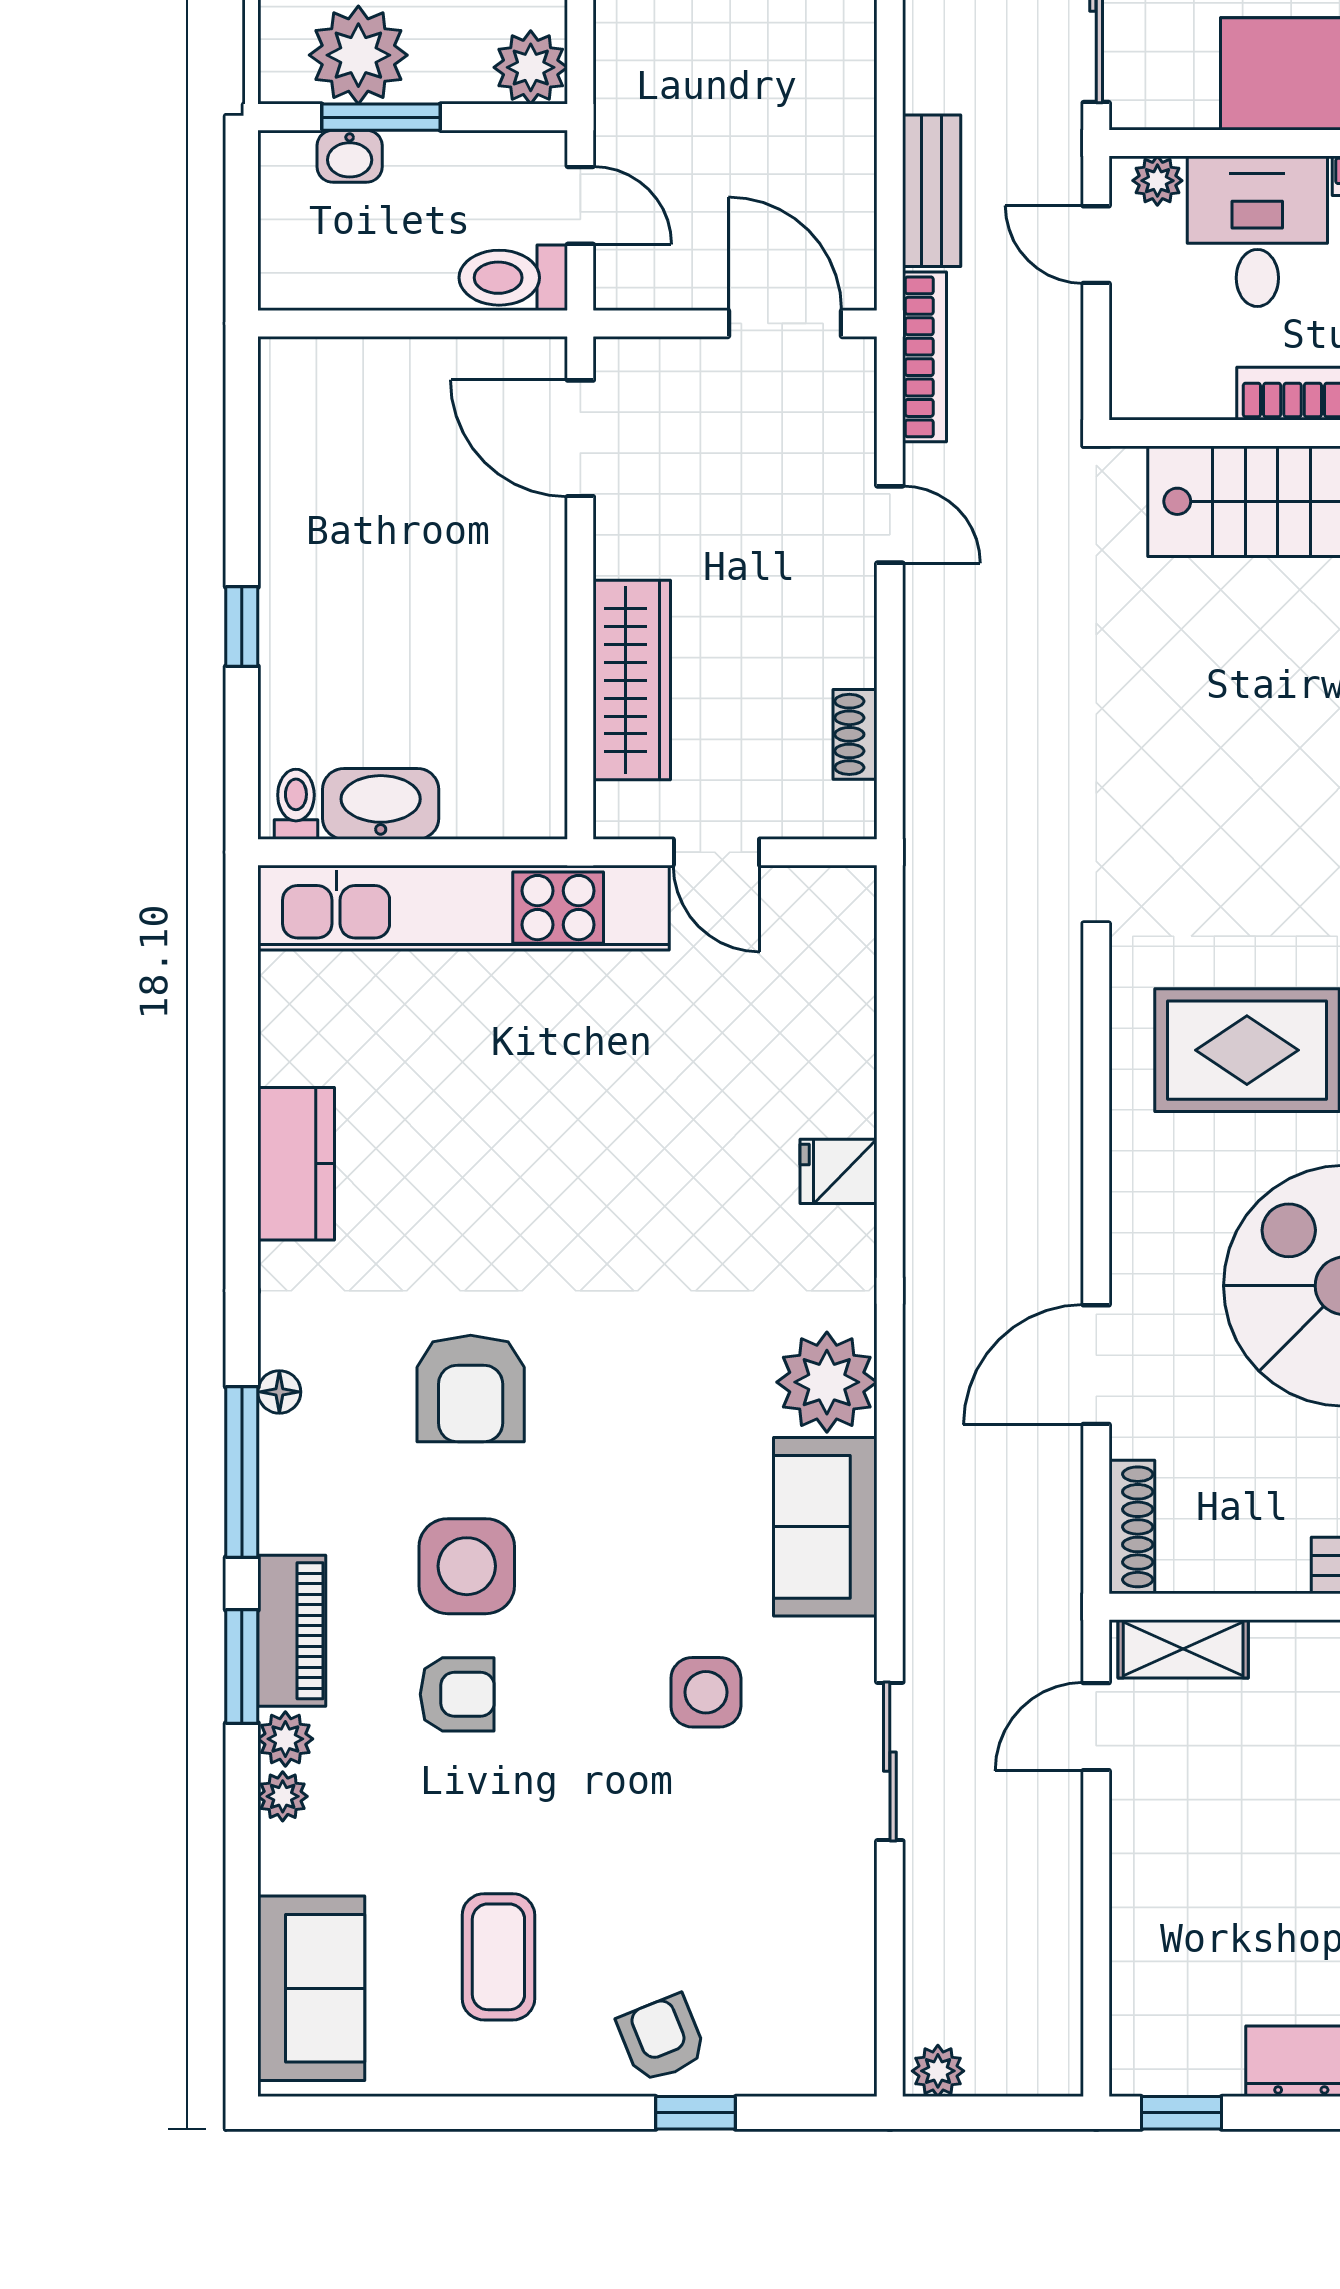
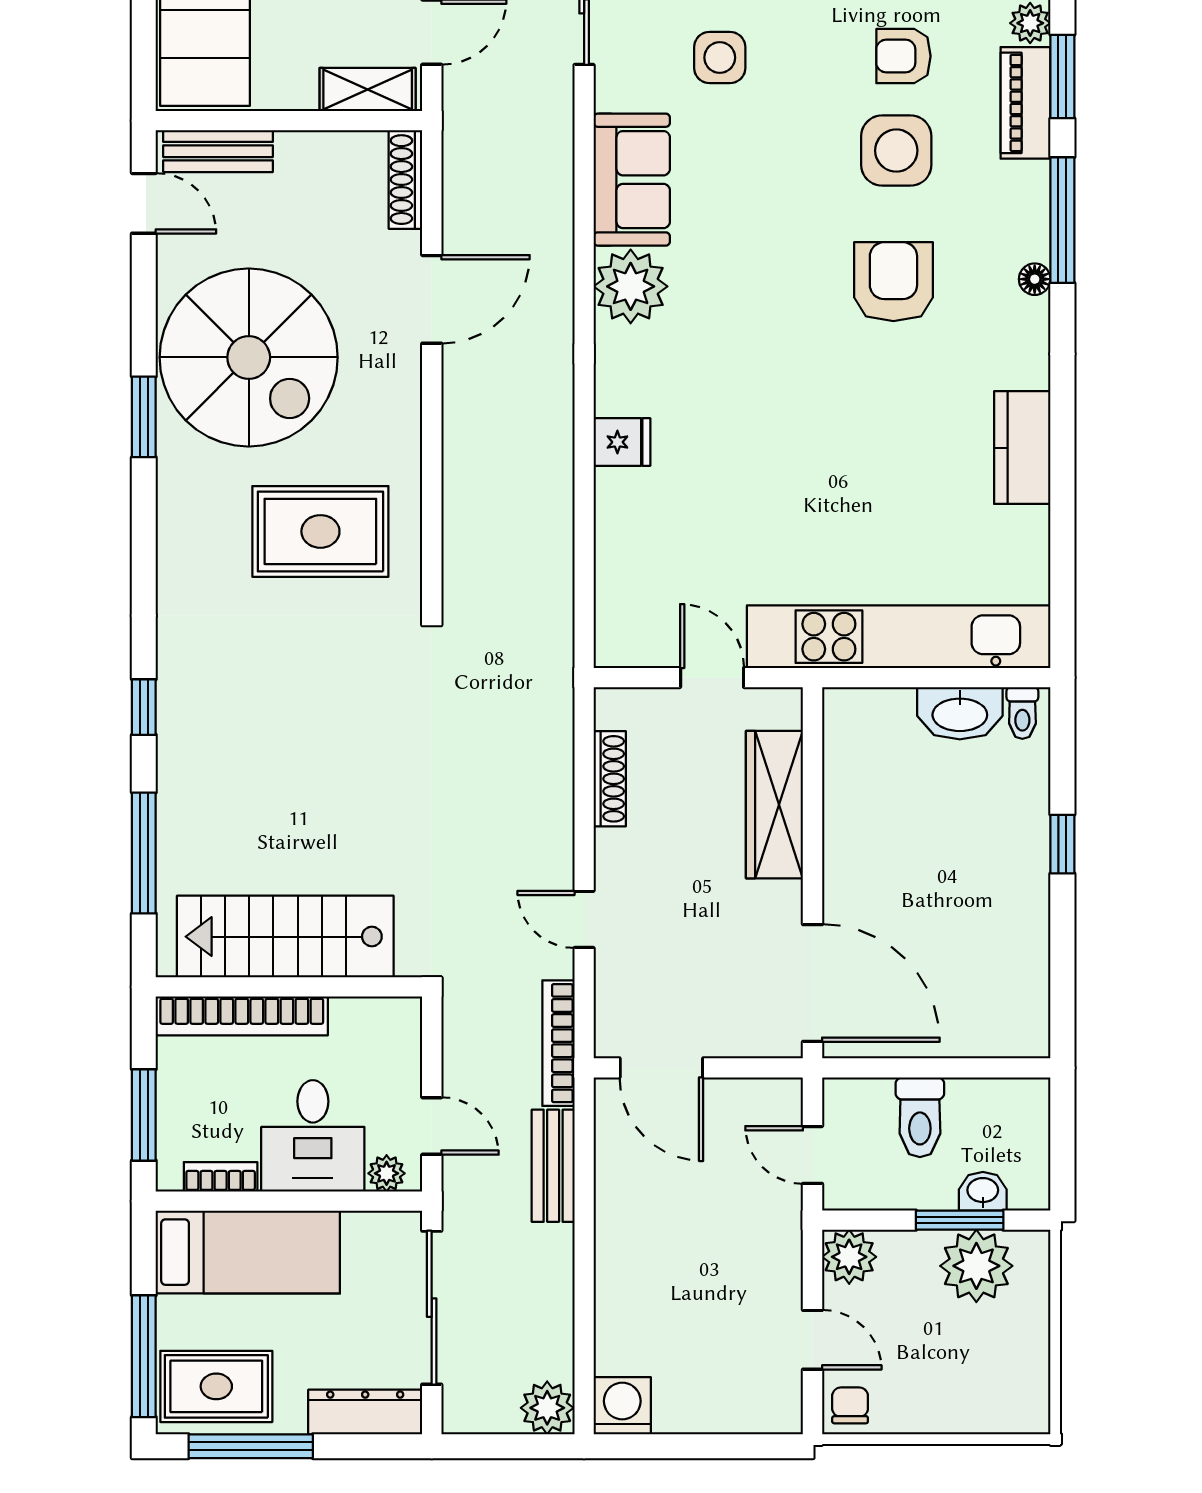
toilet: (513, 278) -> (920, 1117), moved, turned 90
door: (580, 438) -> (812, 983), width x1.36
shoe rack: (855, 734) -> (610, 779), width x1.43

